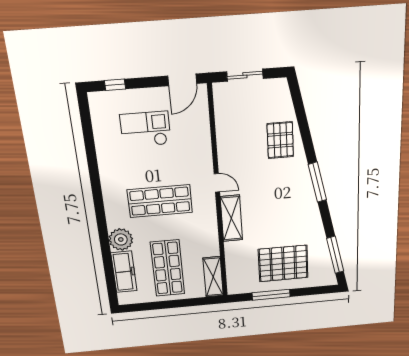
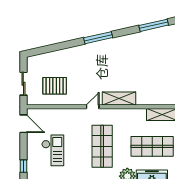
checkout: (146, 129) -> (53, 150), turned 180
pallet: (280, 140) -> (55, 86), moved
pallet: (283, 263) -> (157, 63), removed

